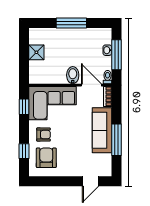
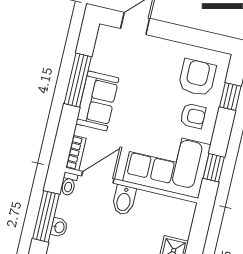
door: (91, 85) -> (98, 177), swing flipped
sofa: (102, 130) -> (97, 101), width x0.73
armchair: (43, 135) -> (193, 116), turned 180
armchair: (46, 158) -> (197, 78), turned 180

